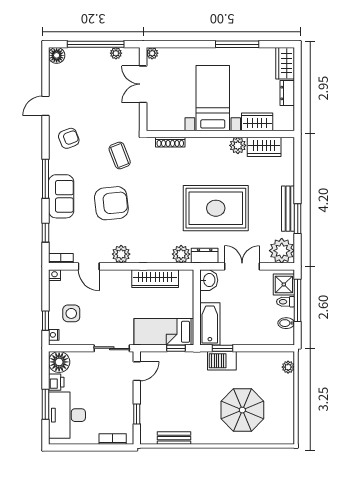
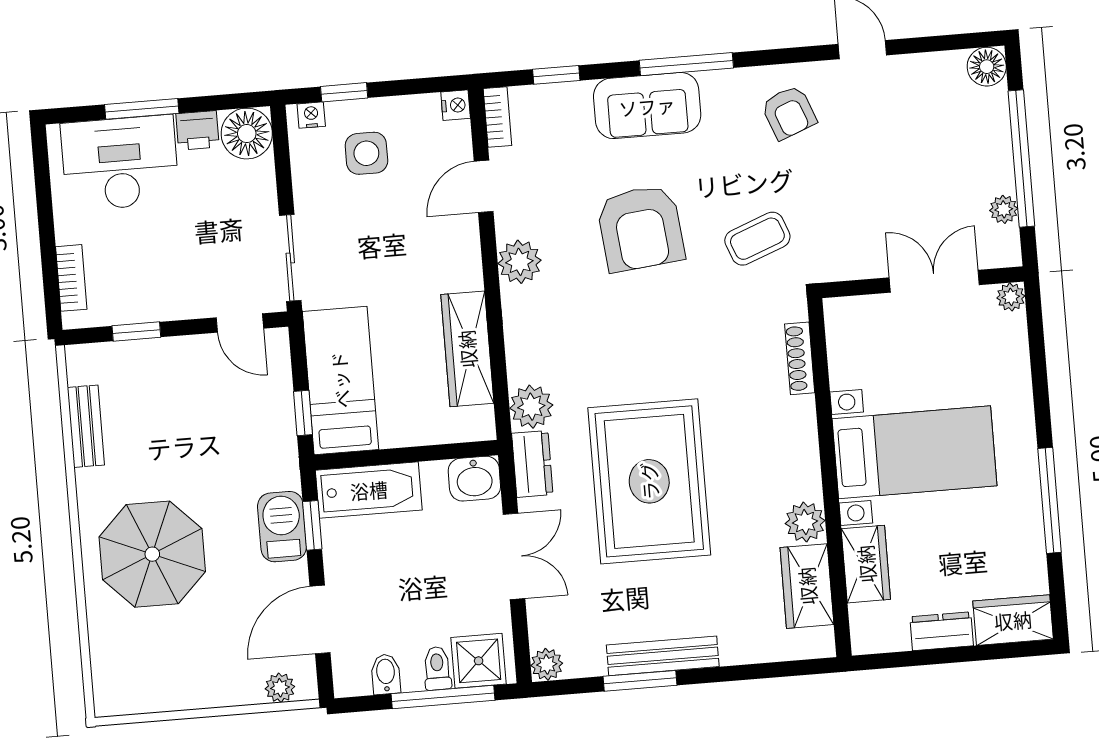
plant: (282, 251) -> (547, 664), width x0.53, depth x0.53
door: (261, 348) -> (320, 619), added
parasol: (242, 410) -> (152, 554), moved

